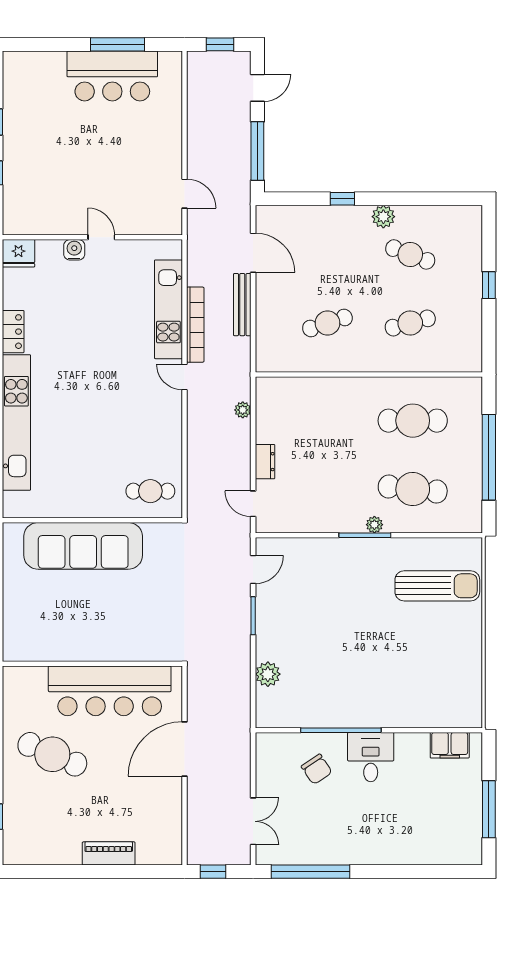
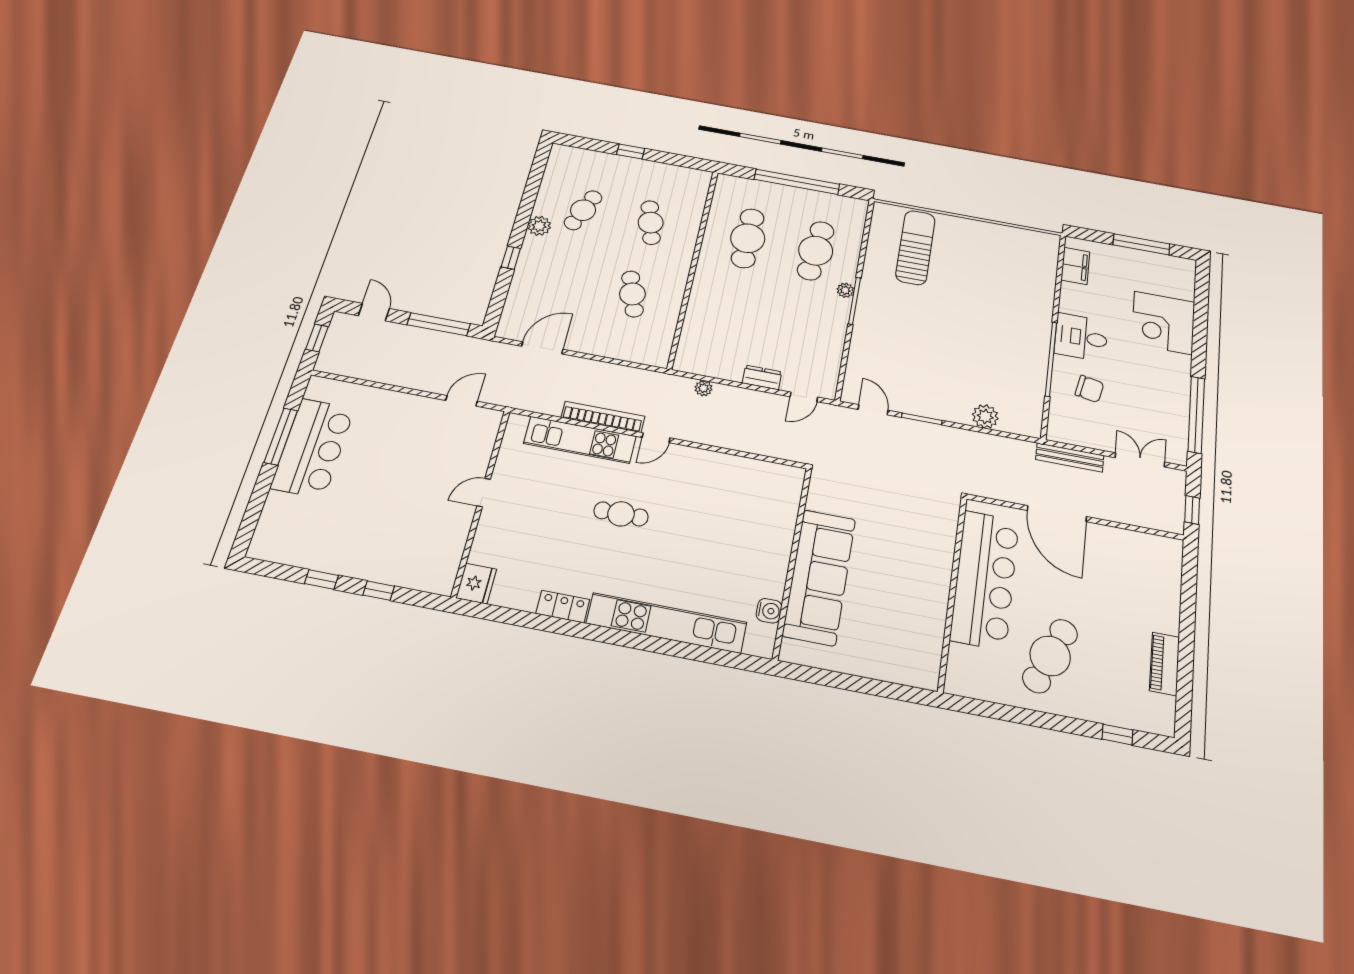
water cooler: (74, 250) -> (769, 611), moved, turned 180
bench: (242, 305) -> (1070, 457), moved
cafe table: (150, 491) -> (621, 514), moved, turned 90
chair: (317, 769) -> (1089, 389), turned 45
corner desk: (403, 835) -> (1163, 323), added
piano: (109, 853) -> (1164, 664), moved

